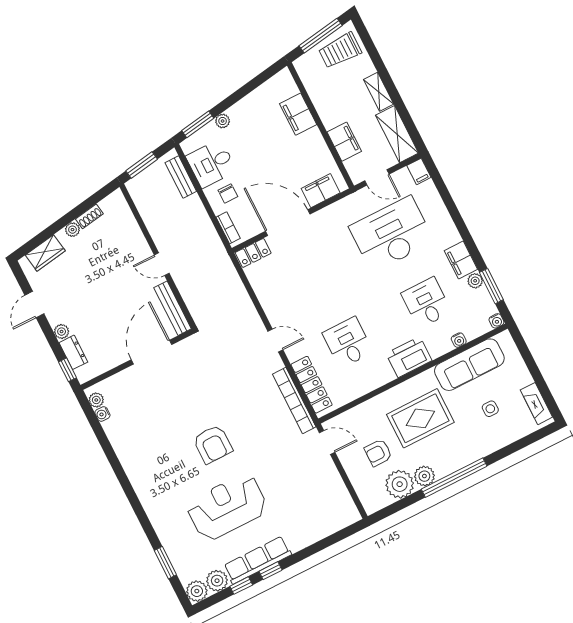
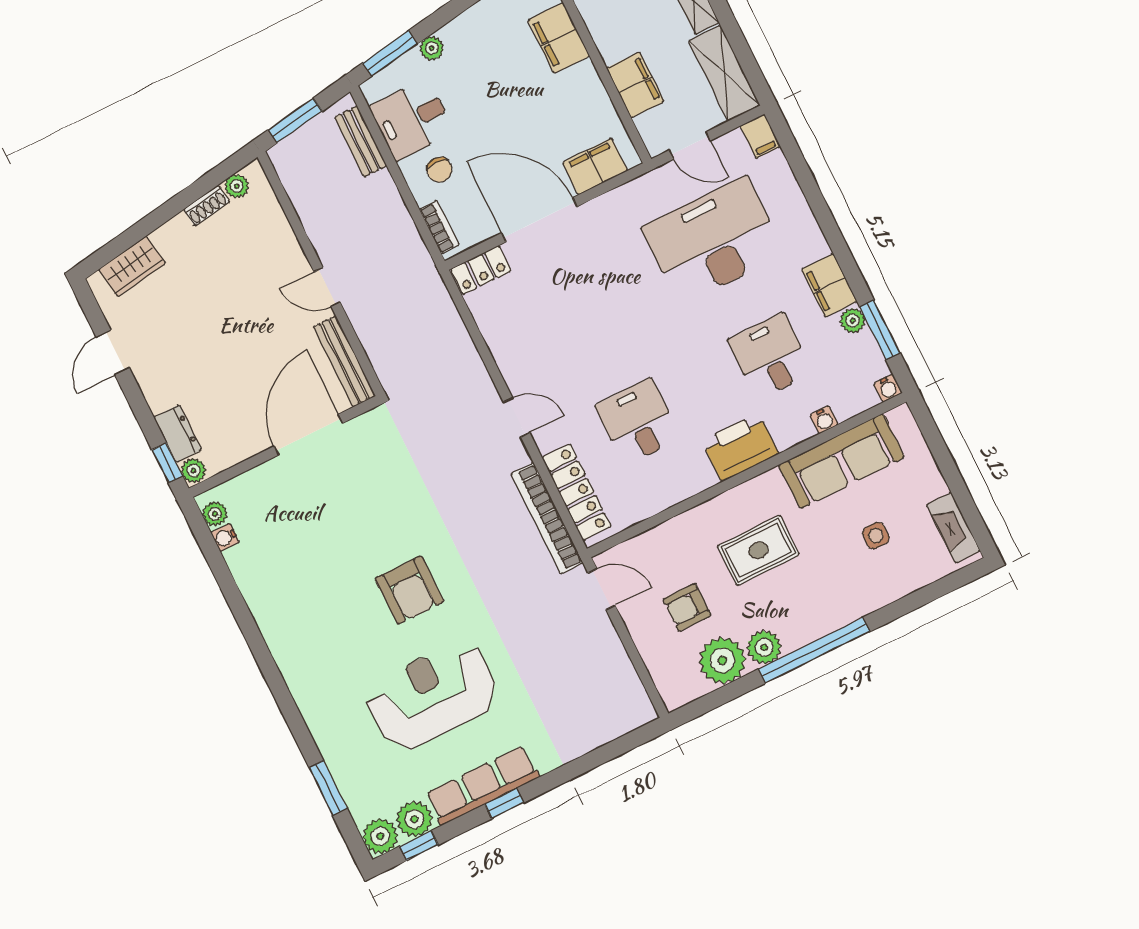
plant: (72, 230) -> (237, 186), moved
plant: (62, 332) -> (194, 471), moved
rug: (420, 418) -> (758, 550), width x0.73, depth x0.70
window: (241, 586) -> (419, 846), moved

